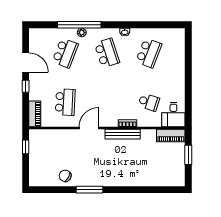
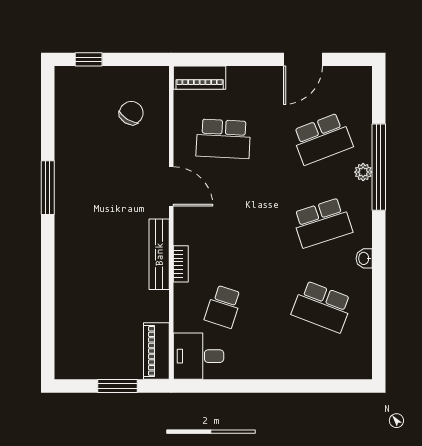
school desk: (65, 53) -> (322, 139), turned -42
window: (26, 86) -> (255, 59), removed
window: (26, 147) -> (89, 59), moved
chair: (65, 176) -> (131, 113), moved

